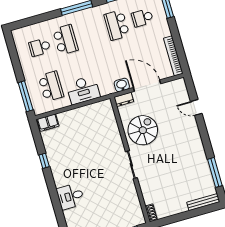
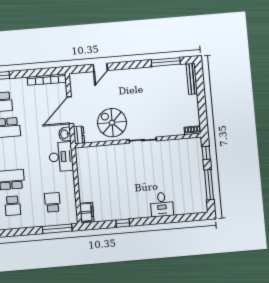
school desk: (51, 86) -> (52, 202), width x0.54
desk: (83, 90) -> (61, 157), moved

